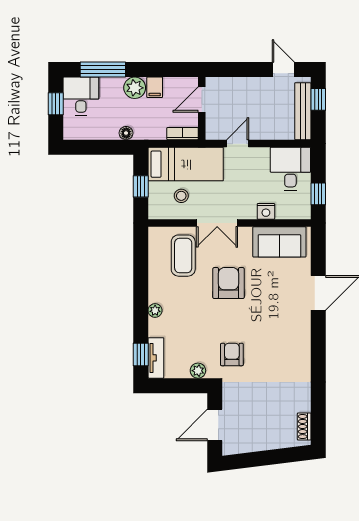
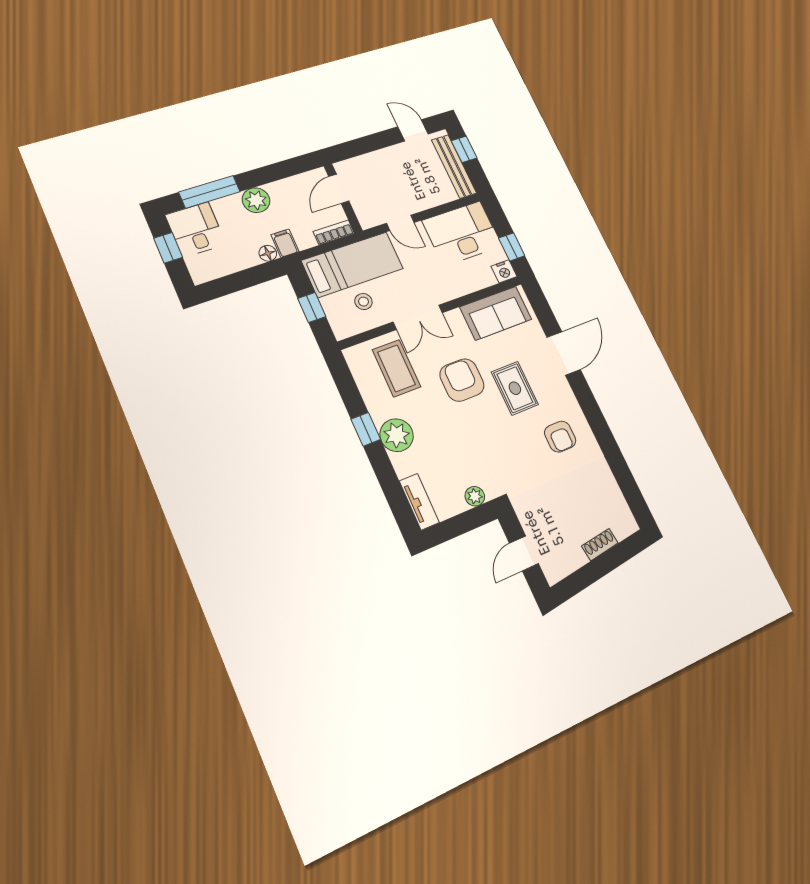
filing cabinet: (155, 87) -> (285, 243), moved, turned 180
door: (238, 144) -> (400, 223), swing flipped
desk: (290, 169) -> (462, 233), width x1.37
nightstand: (266, 211) -> (504, 271), moved
rug: (266, 305) -> (515, 388), added
plant: (155, 311) -> (397, 435), width x1.87, depth x1.87
armchair: (232, 354) -> (560, 437), moved, turned 180
window: (141, 355) -> (366, 429), moved
door: (215, 425) -> (524, 553), width x0.73
shoe rack: (304, 427) -> (600, 545), moved, turned 83

